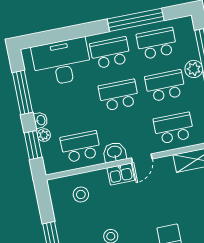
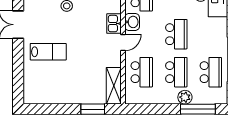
school desk: (110, 53) -> (211, 34), removed
door: (142, 158) -> (123, 42), swing flipped

